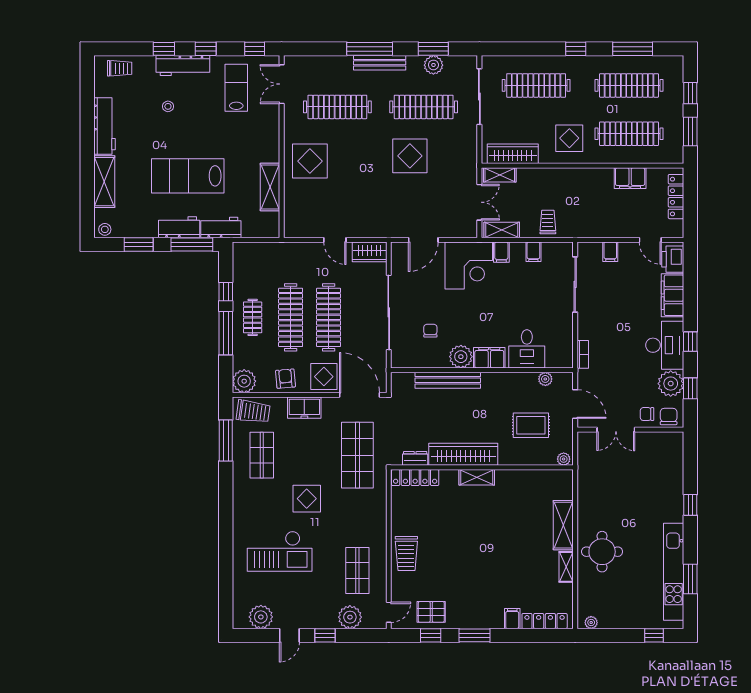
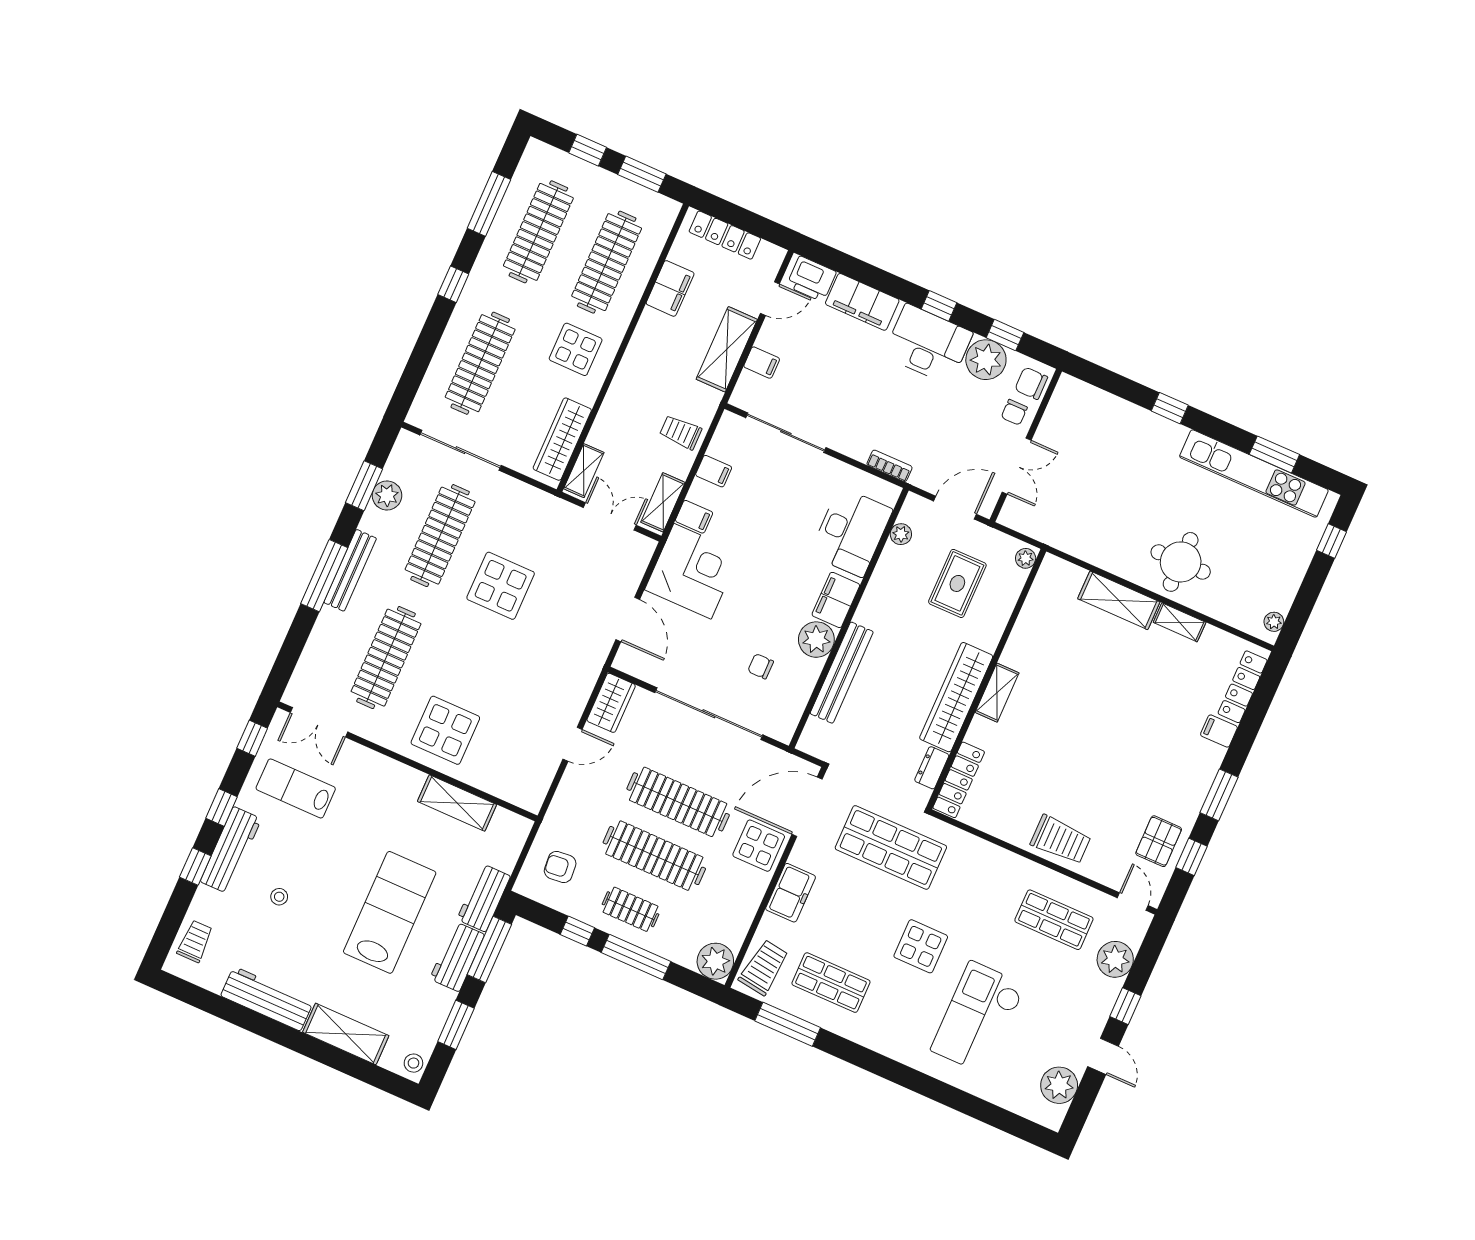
lab bench: (188, 176) -> (390, 912), turned 180
shelving: (609, 228) -> (727, 349), added
desk: (527, 349) -> (851, 532), width x1.37
armchair: (286, 379) -> (560, 867), moved
checkout: (280, 551) -> (978, 1017), turned 180

